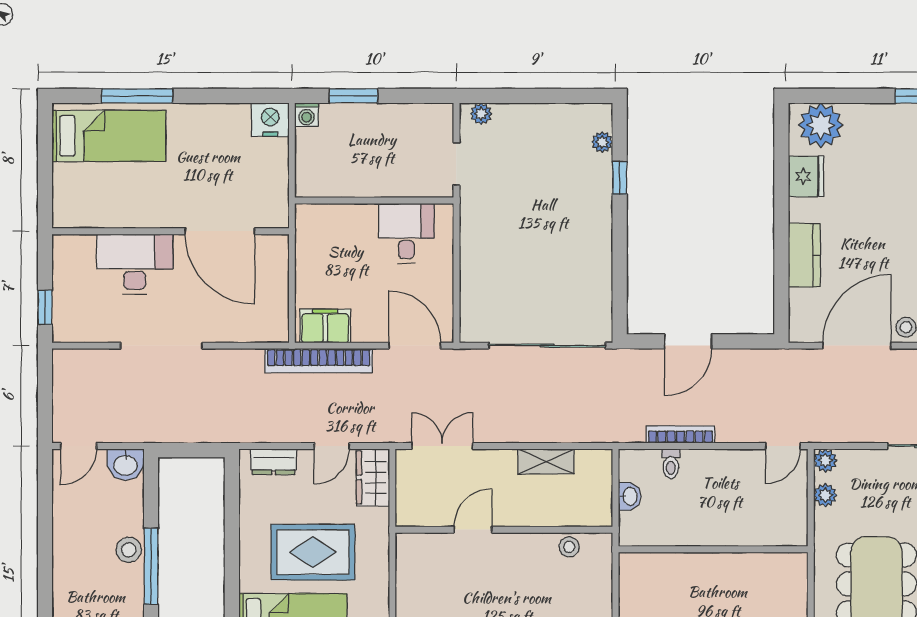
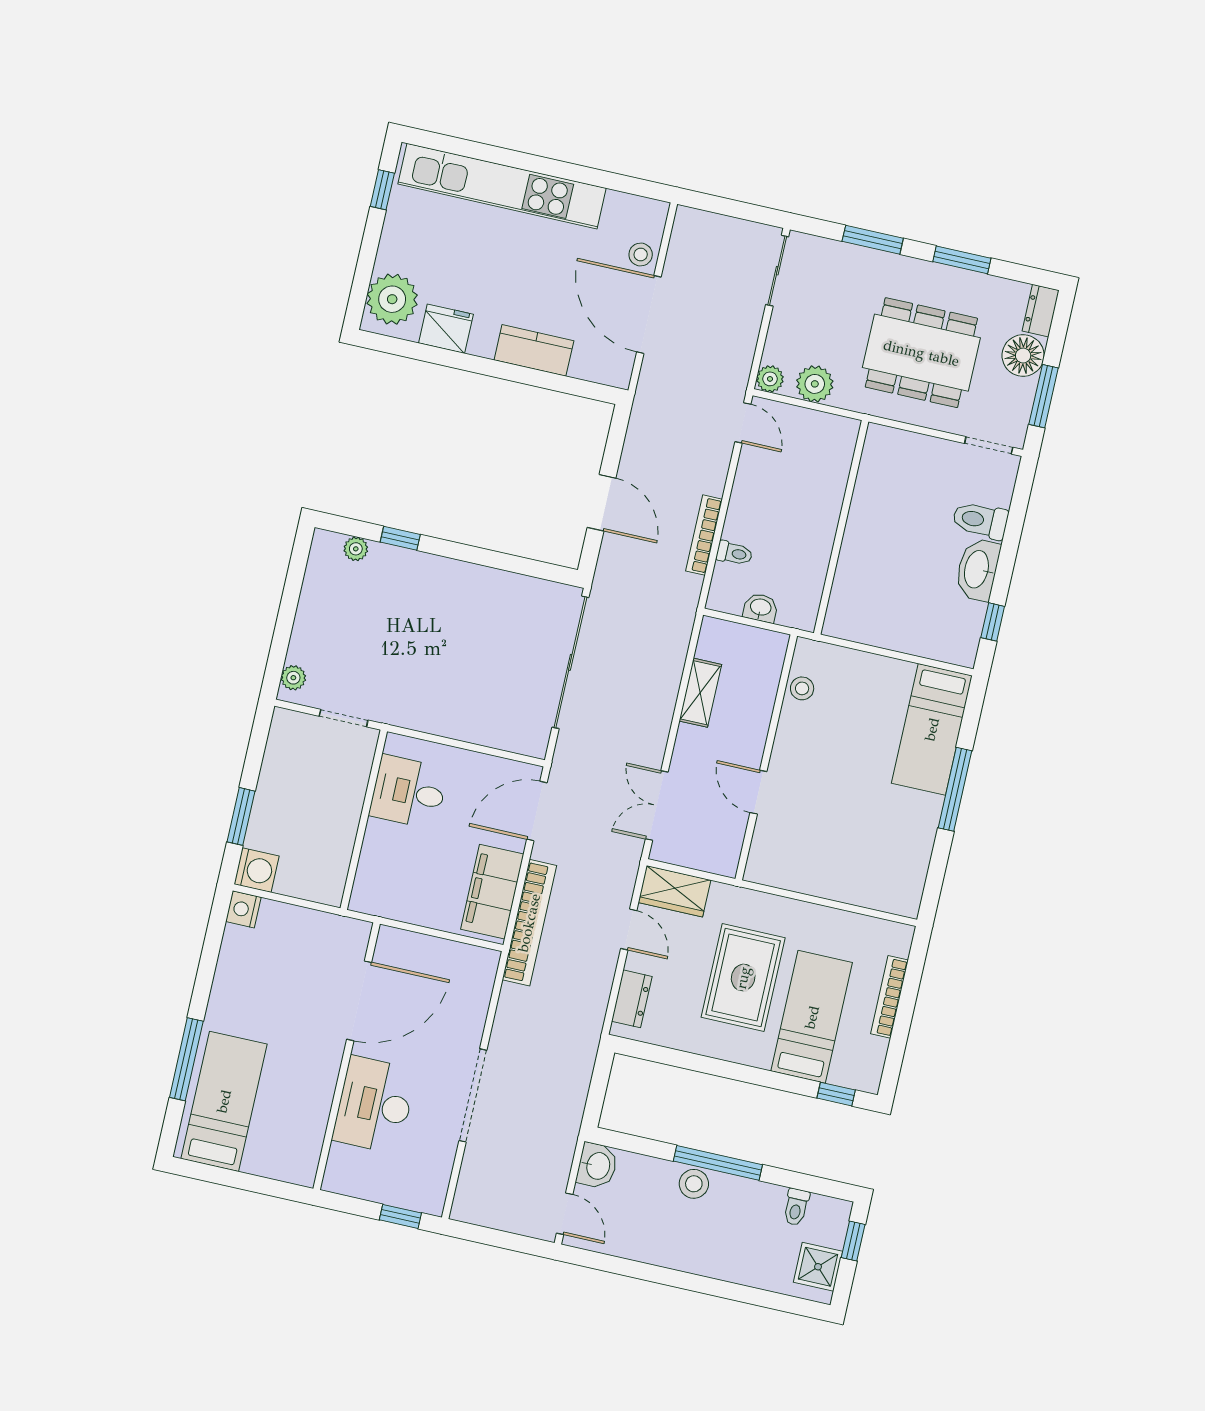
washing machine: (307, 115) -> (257, 870), width x1.38, depth x1.38
nightstand: (270, 120) -> (243, 909), width x0.74, depth x0.75
filing cabinet: (325, 326) -> (492, 892), width x1.50, depth x1.17
plant: (825, 495) -> (815, 384), width x1.38, depth x1.38

